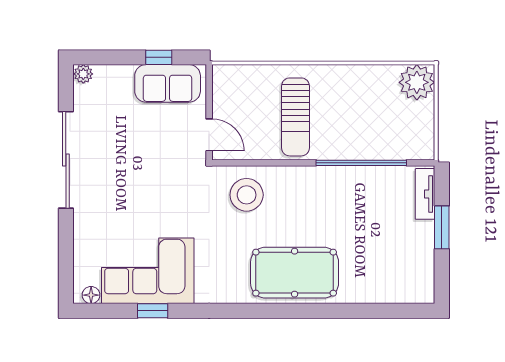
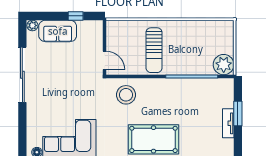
plant: (417, 82) -> (224, 65), moved
sofa: (168, 83) -> (58, 31), moved
tv unit: (425, 194) -> (228, 123), moved

